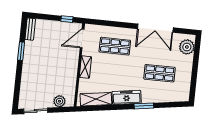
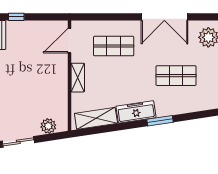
window: (67, 19) -> (16, 17), moved

